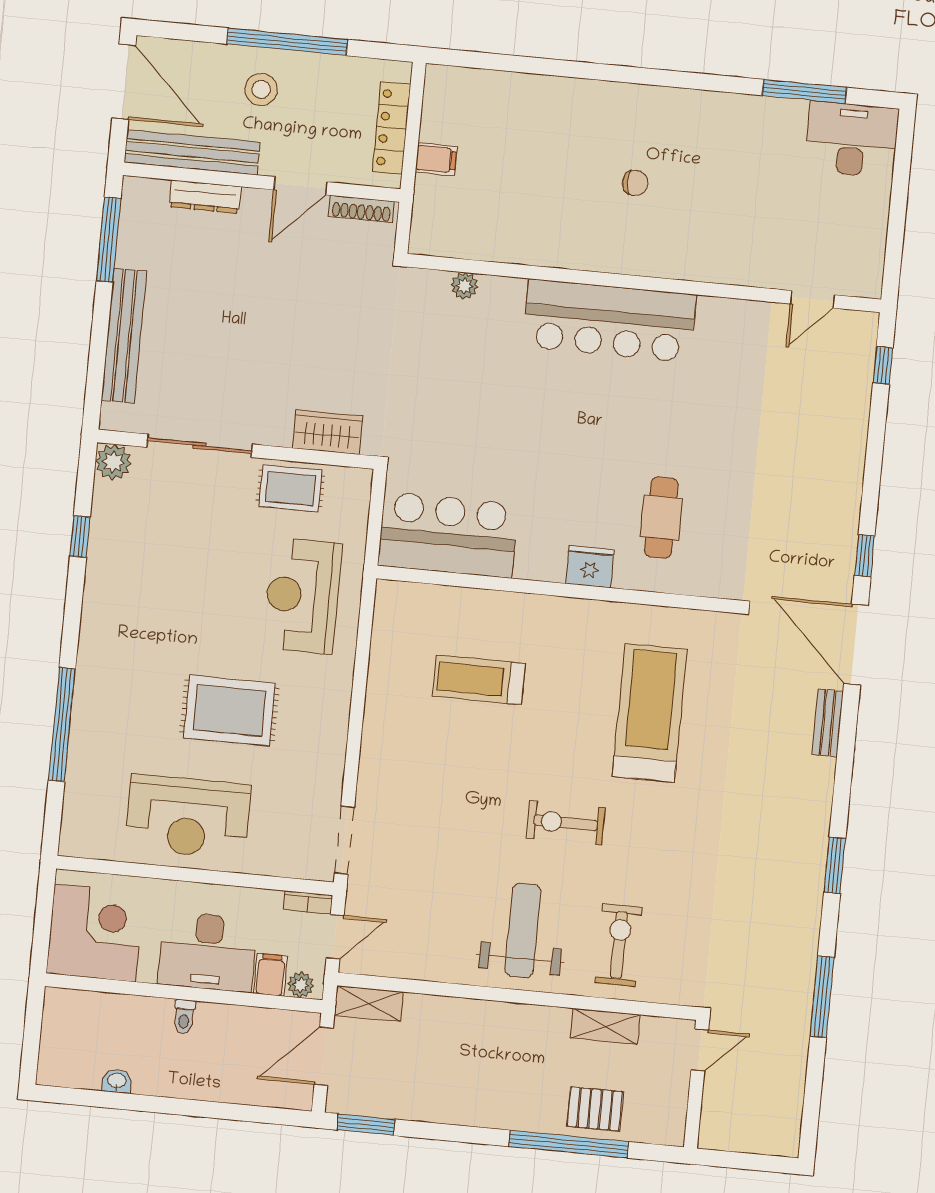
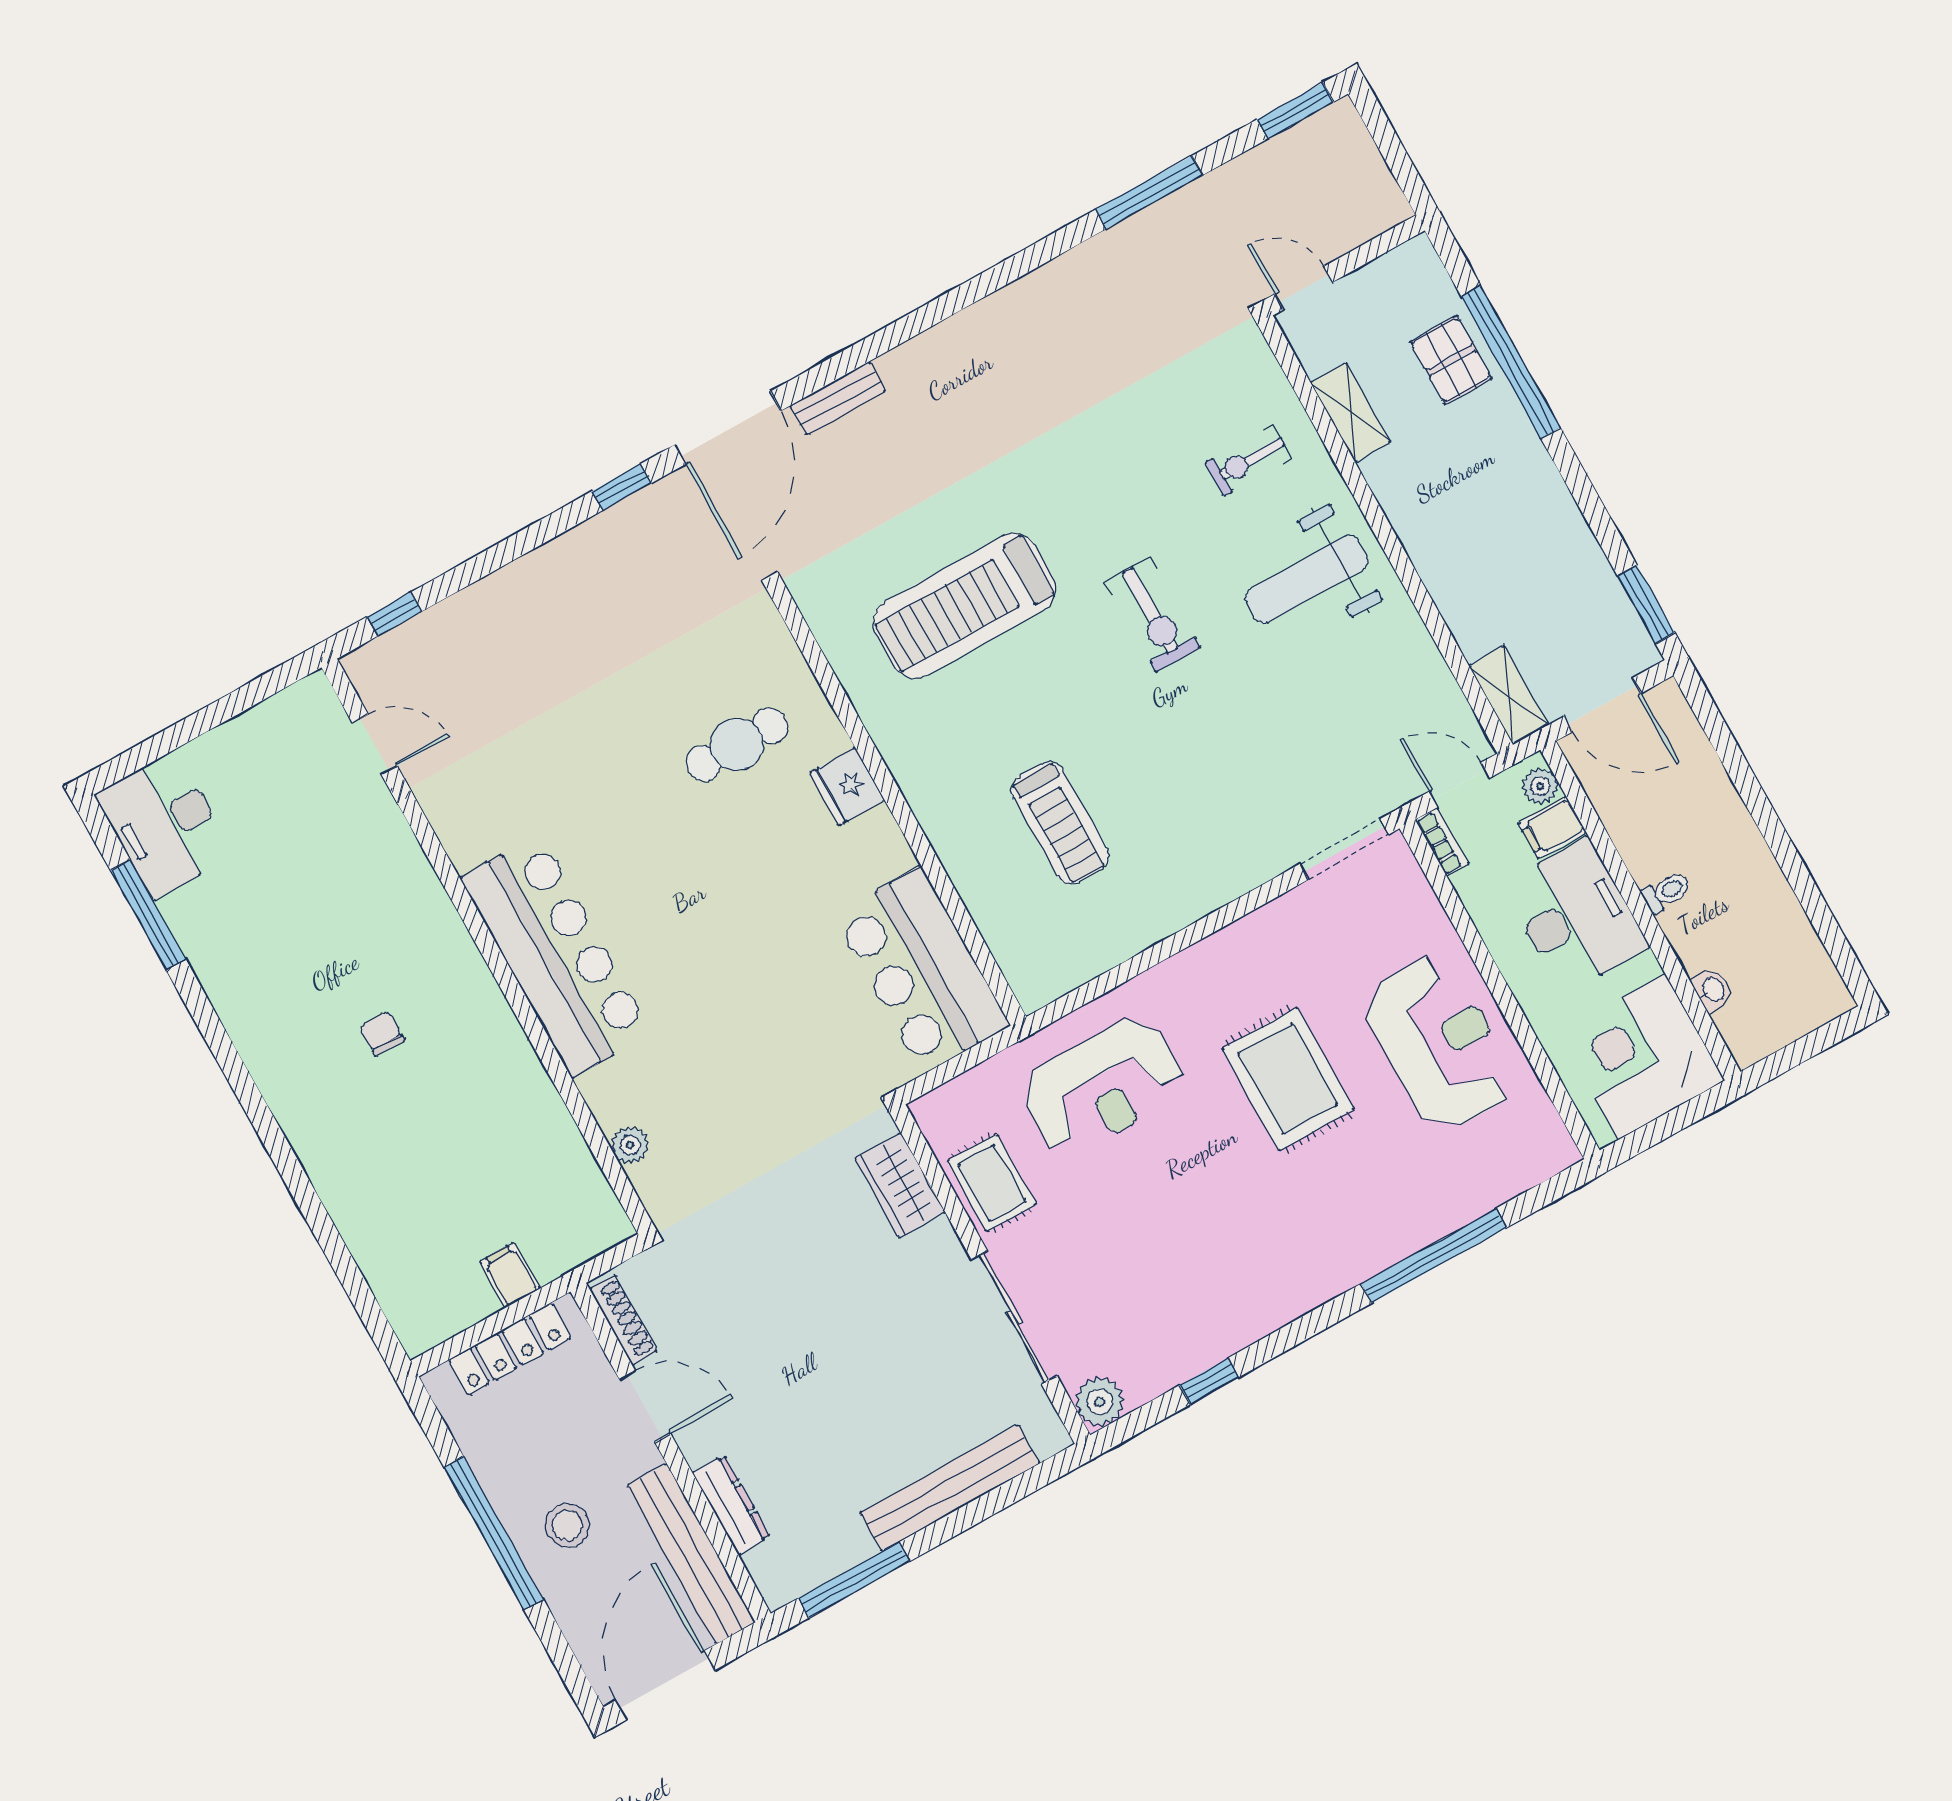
window: (835, 865) -> (1295, 111), moved
exercise bike: (619, 945) -> (1249, 460), width x0.73, depth x0.72
washbasin: (117, 1081) -> (1712, 990), moved, turned 180

